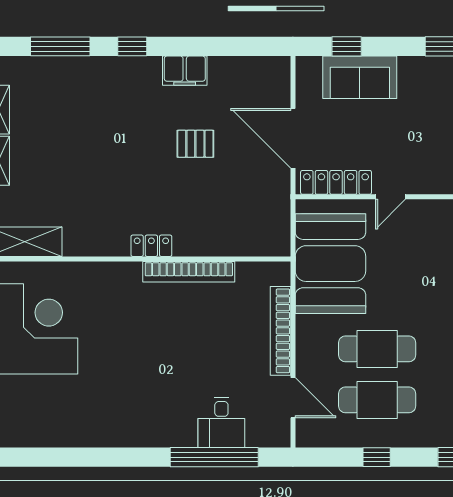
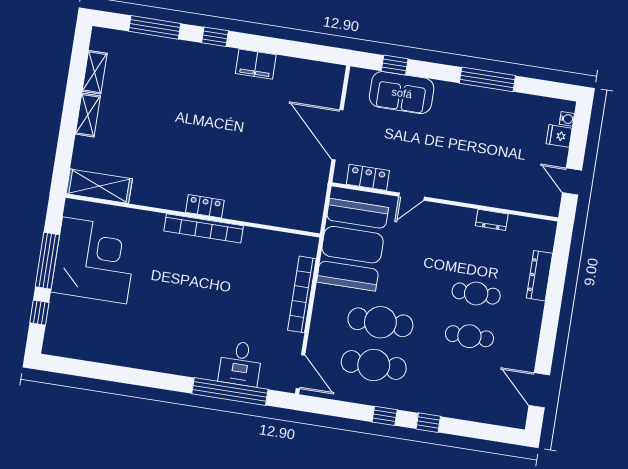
pallet: (195, 144) -> (255, 127), removed
locker: (336, 182) -> (368, 177), width x0.66
bookcase: (189, 272) -> (204, 228), moved
door: (293, 398) -> (300, 372), moved
window: (377, 457) -> (385, 416), moved

